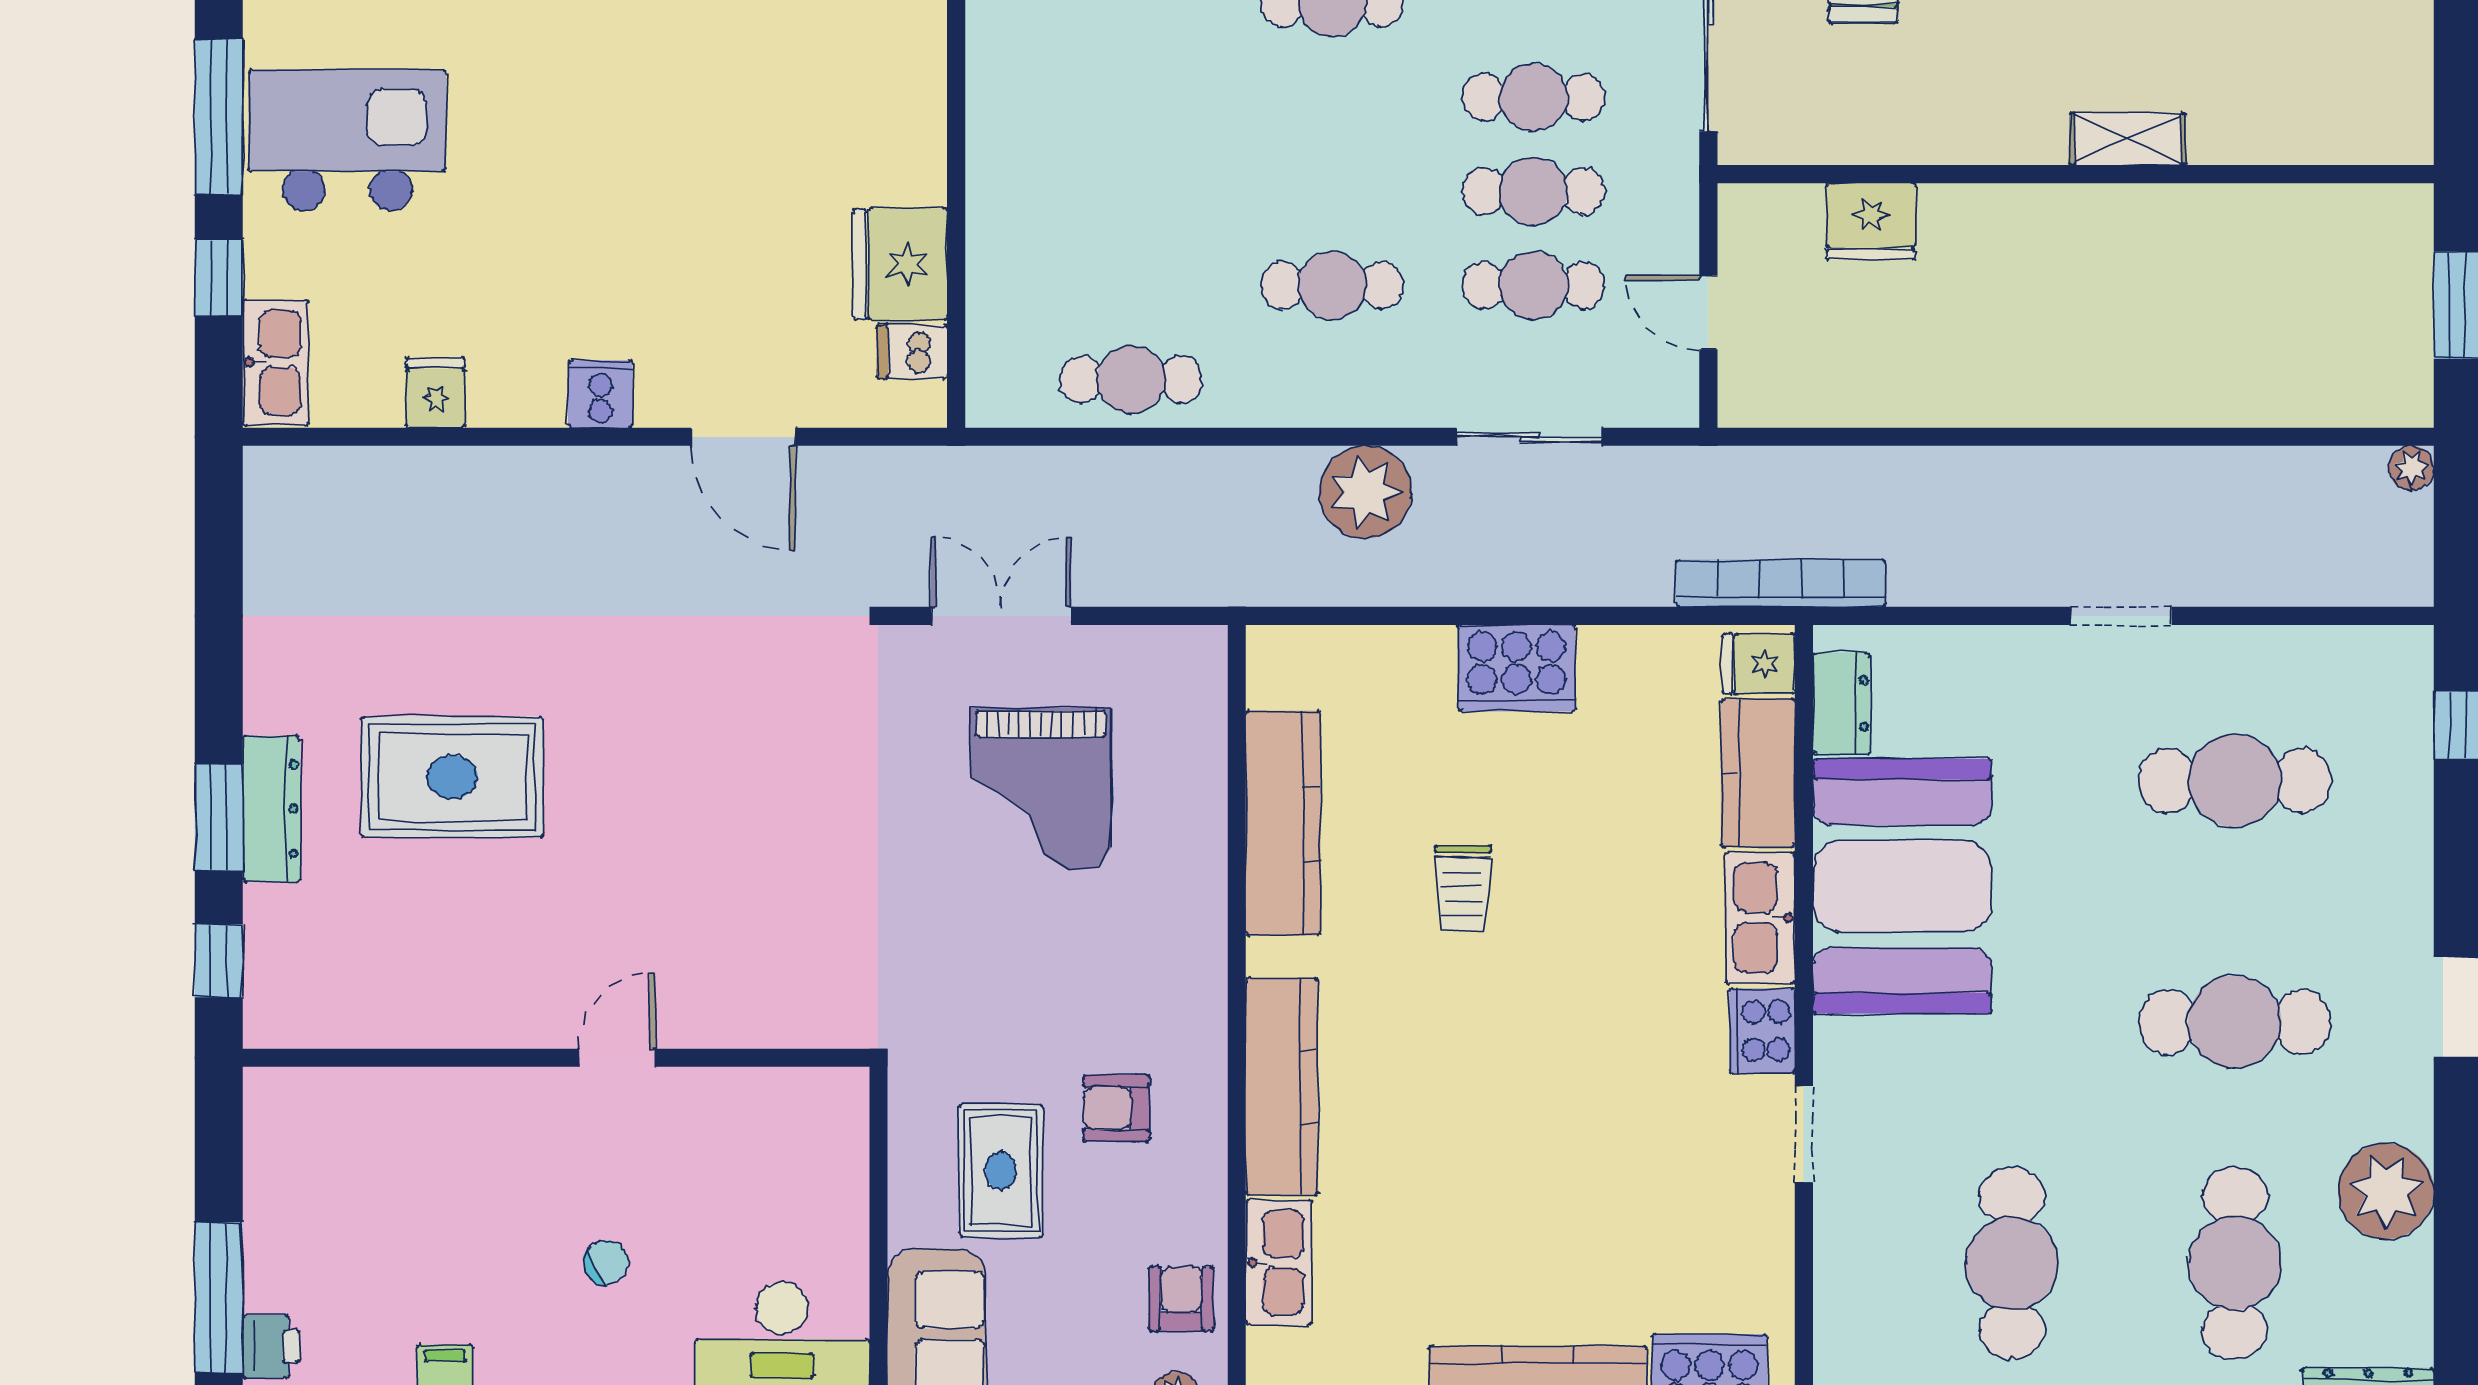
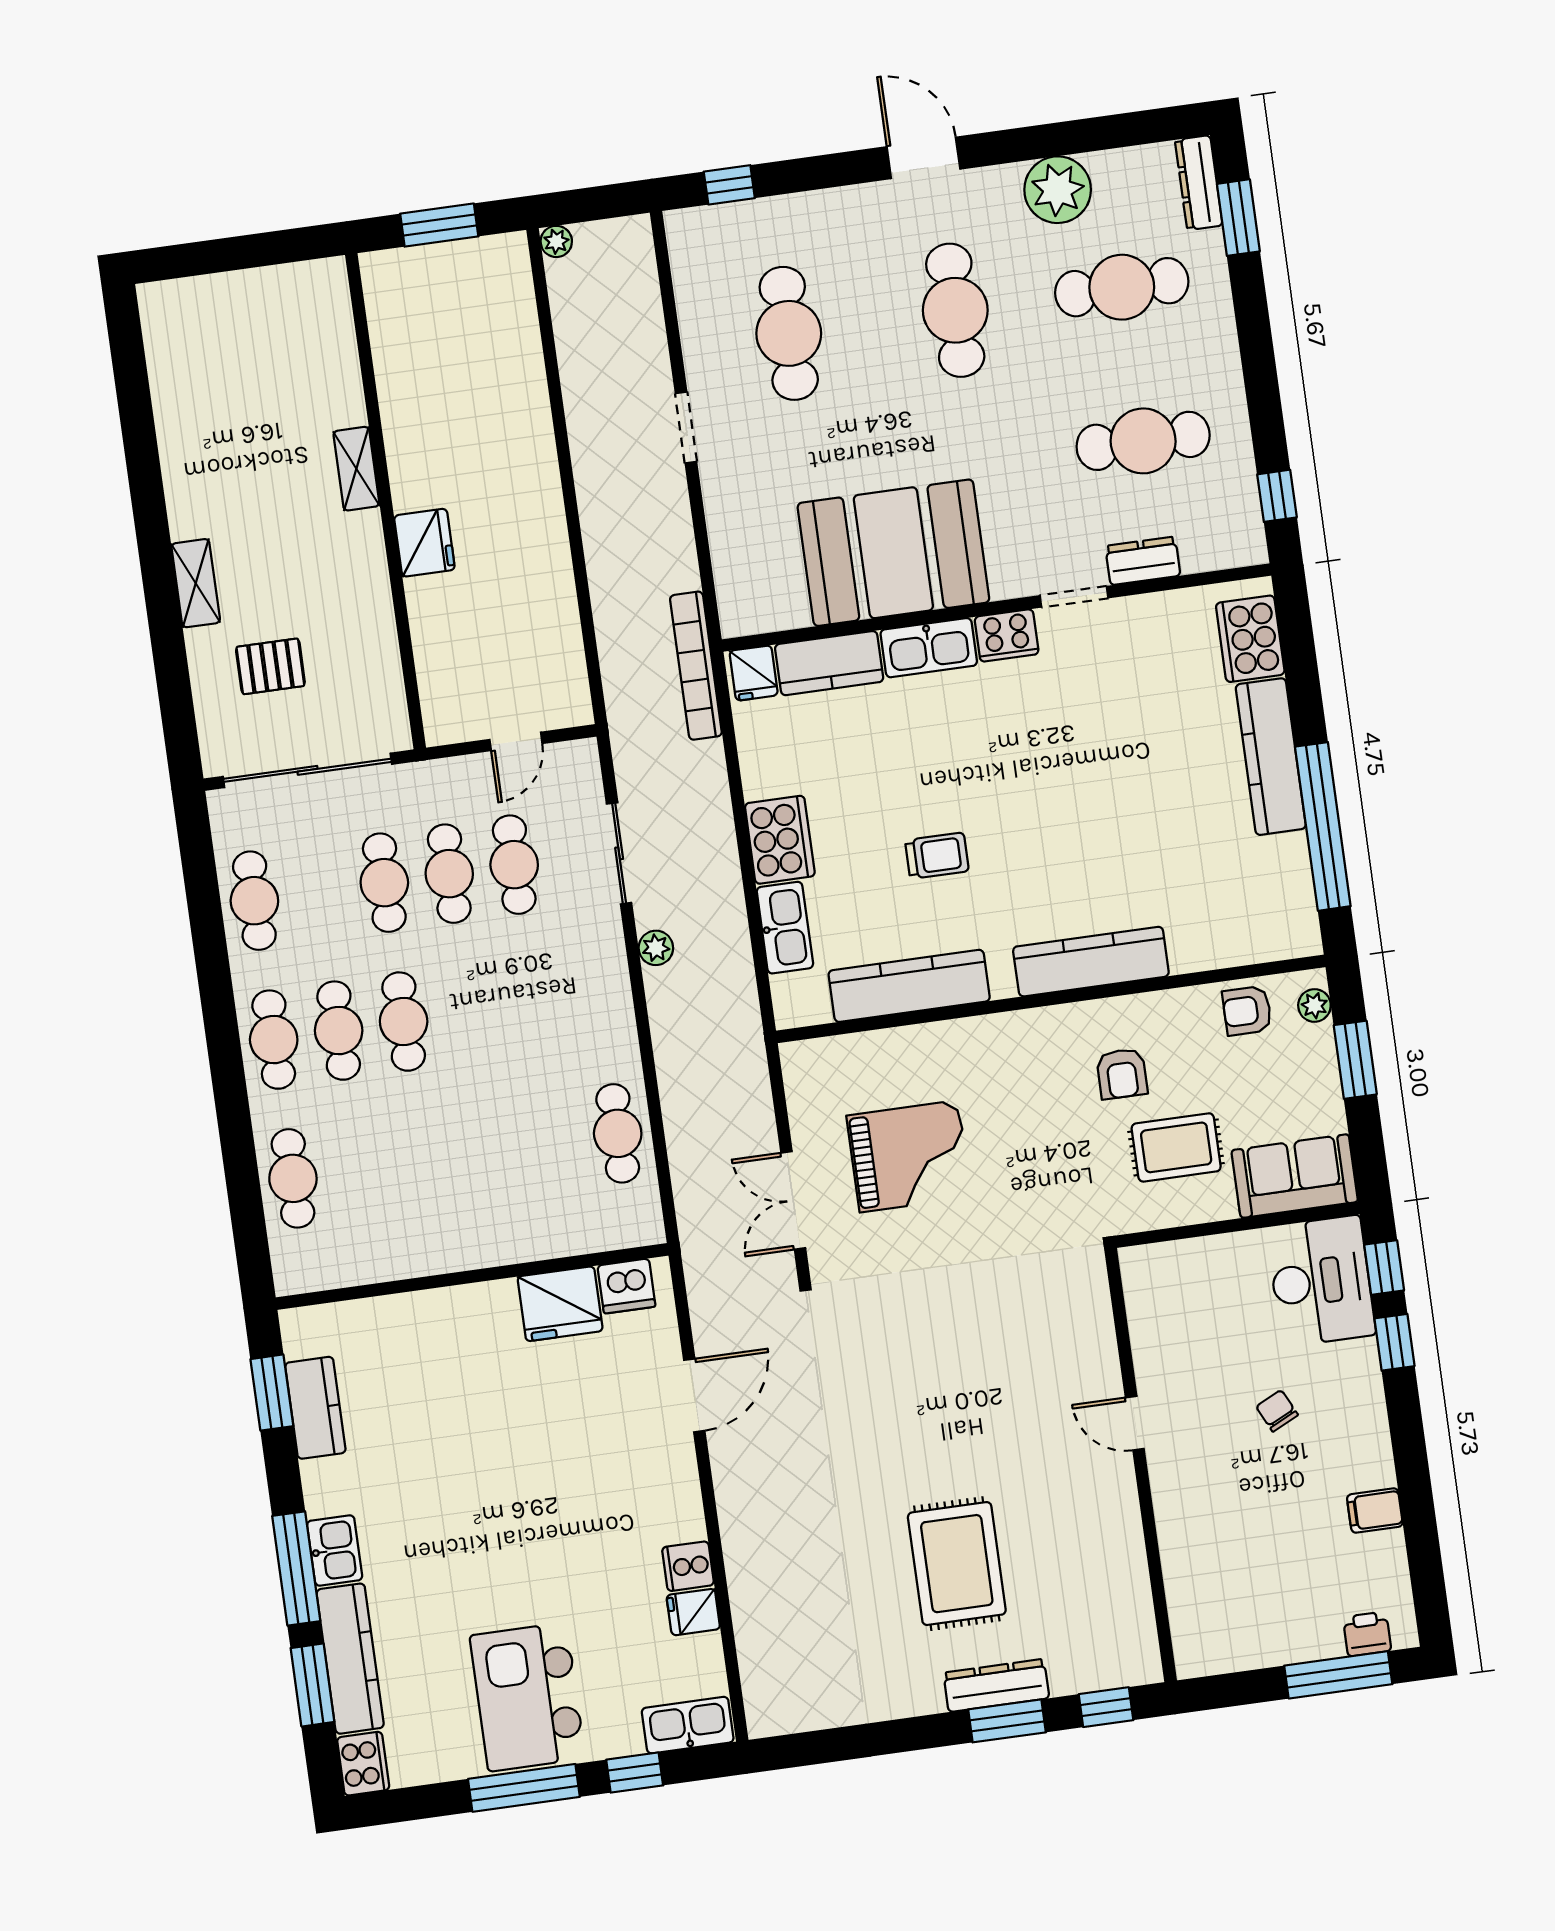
fridge: (1871, 221) -> (424, 543), moved
cafe table: (1332, 285) -> (404, 1022), moved
dishwasher: (912, 352) -> (626, 1286), width x1.38
cooker: (600, 394) -> (688, 1566), moved
plant: (1366, 492) -> (656, 948), width x0.53, depth x0.53
dresser: (1841, 703) -> (1143, 561), moved
kitchen sink: (1279, 1263) -> (785, 928), moved, turned 90

